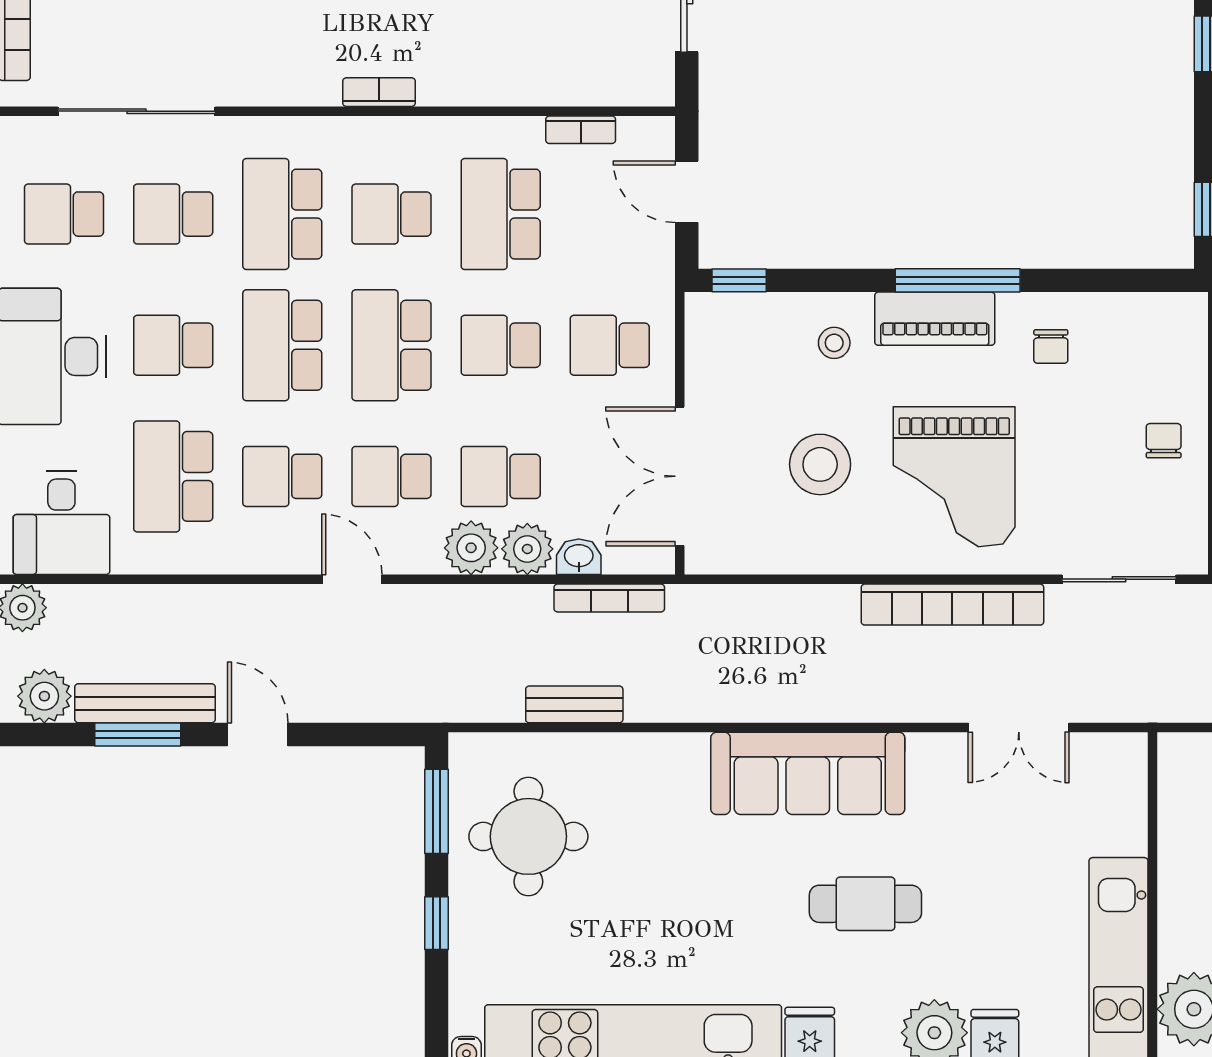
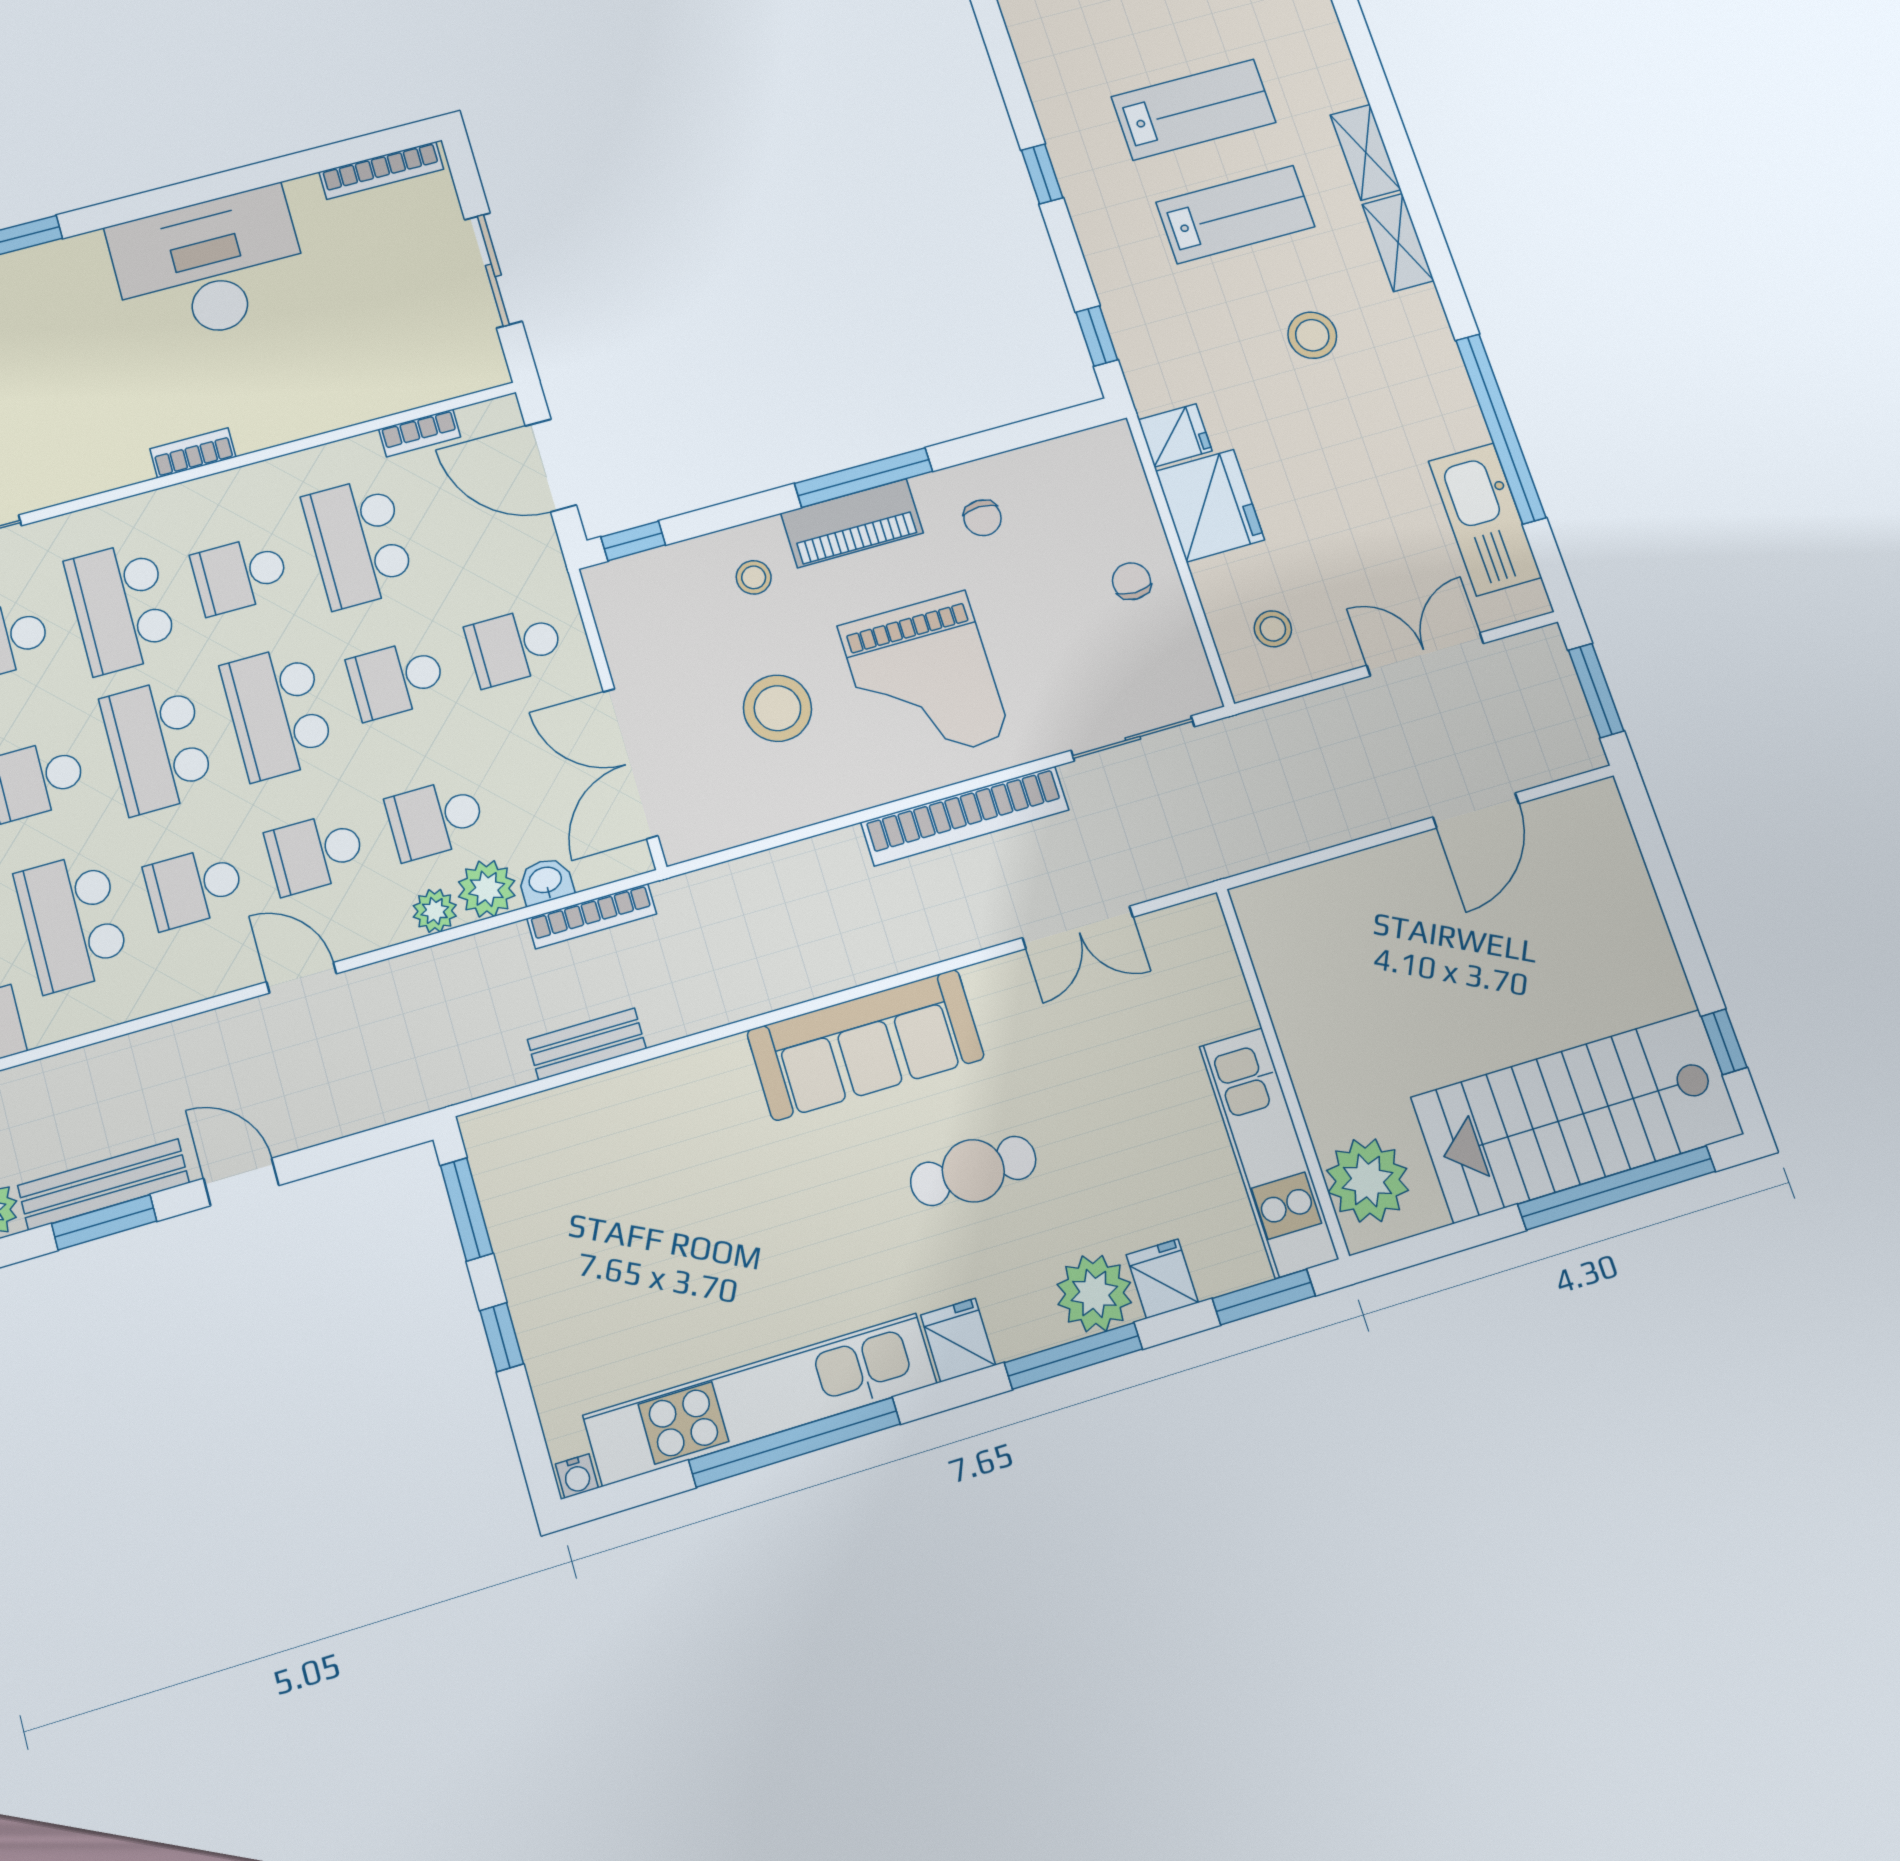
door: (687, 192) -> (551, 465), width x1.38
plant: (471, 548) -> (435, 911), width x0.73, depth x0.73
round table: (528, 836) -> (578, 1207), removed

